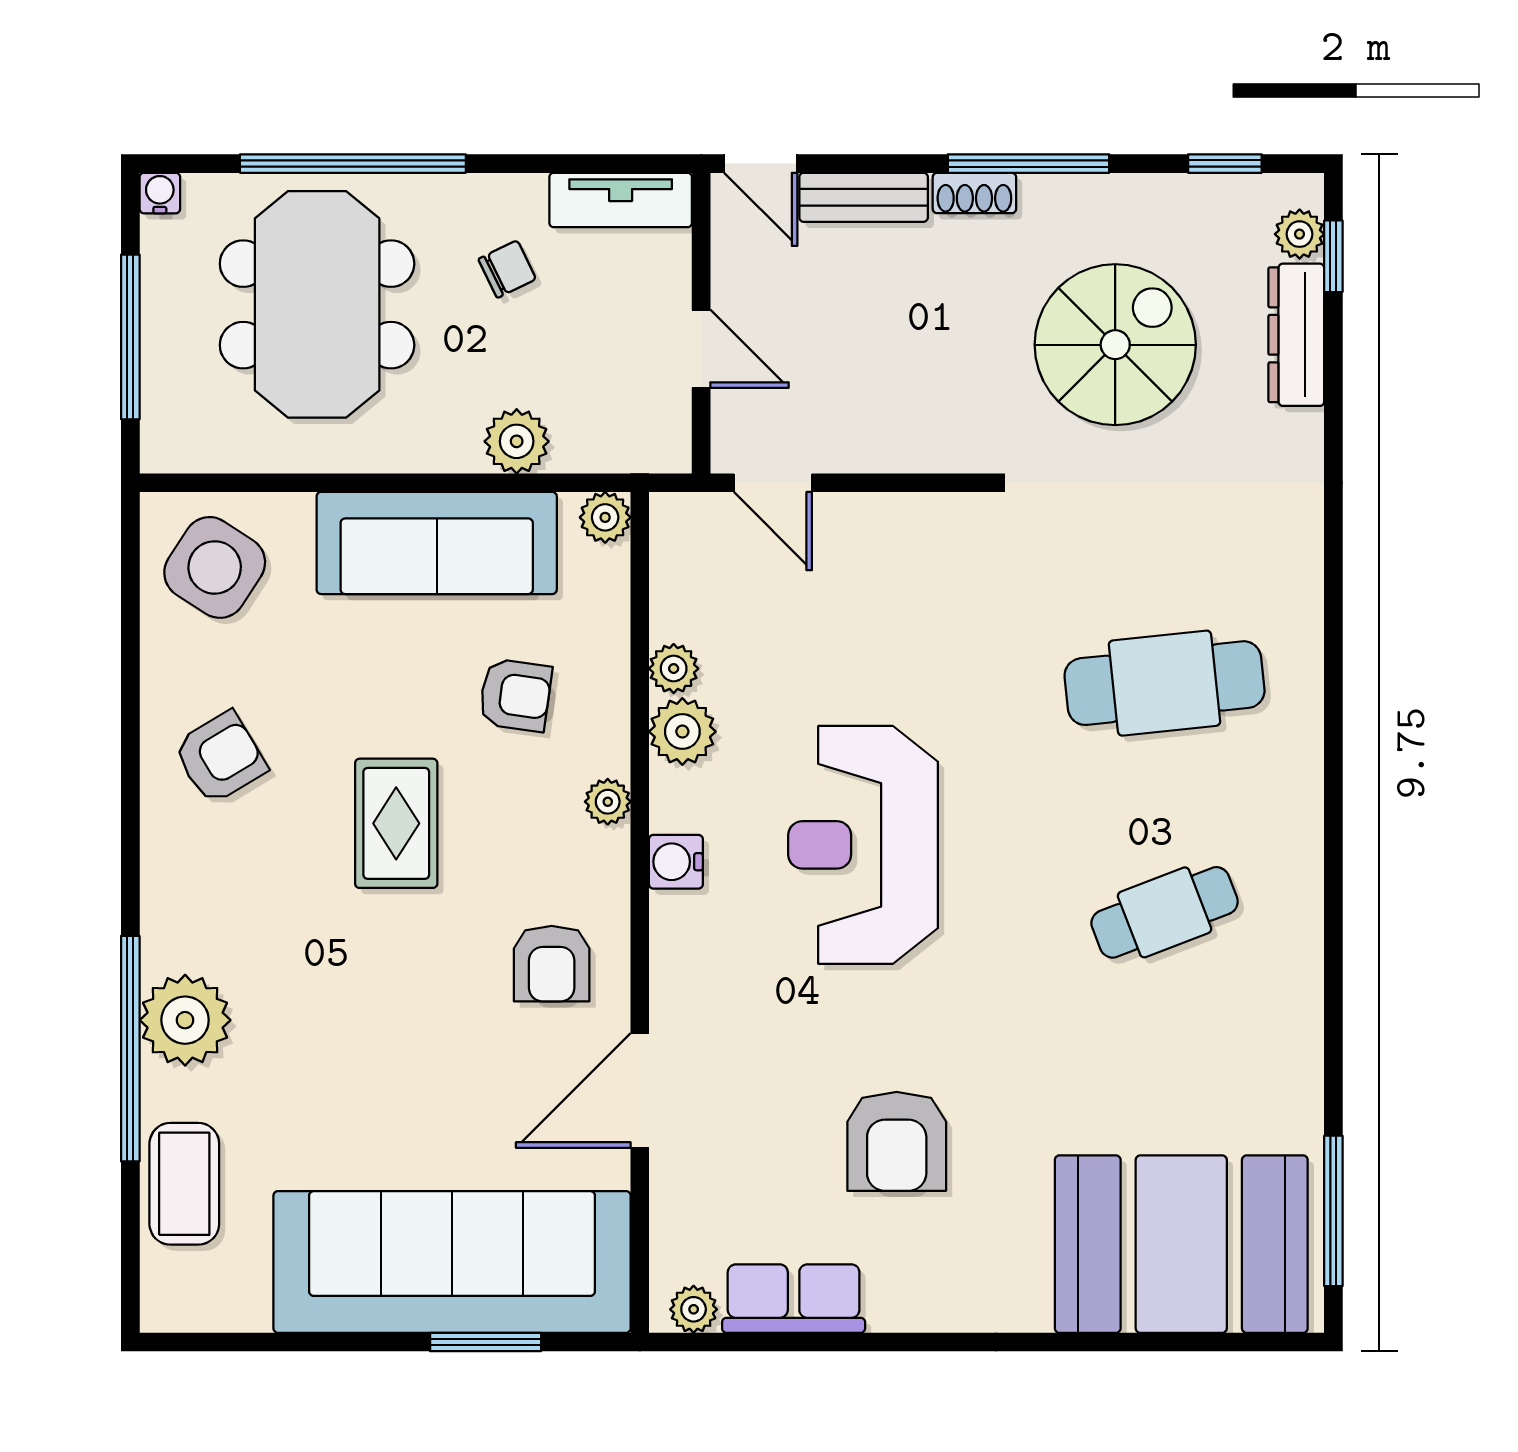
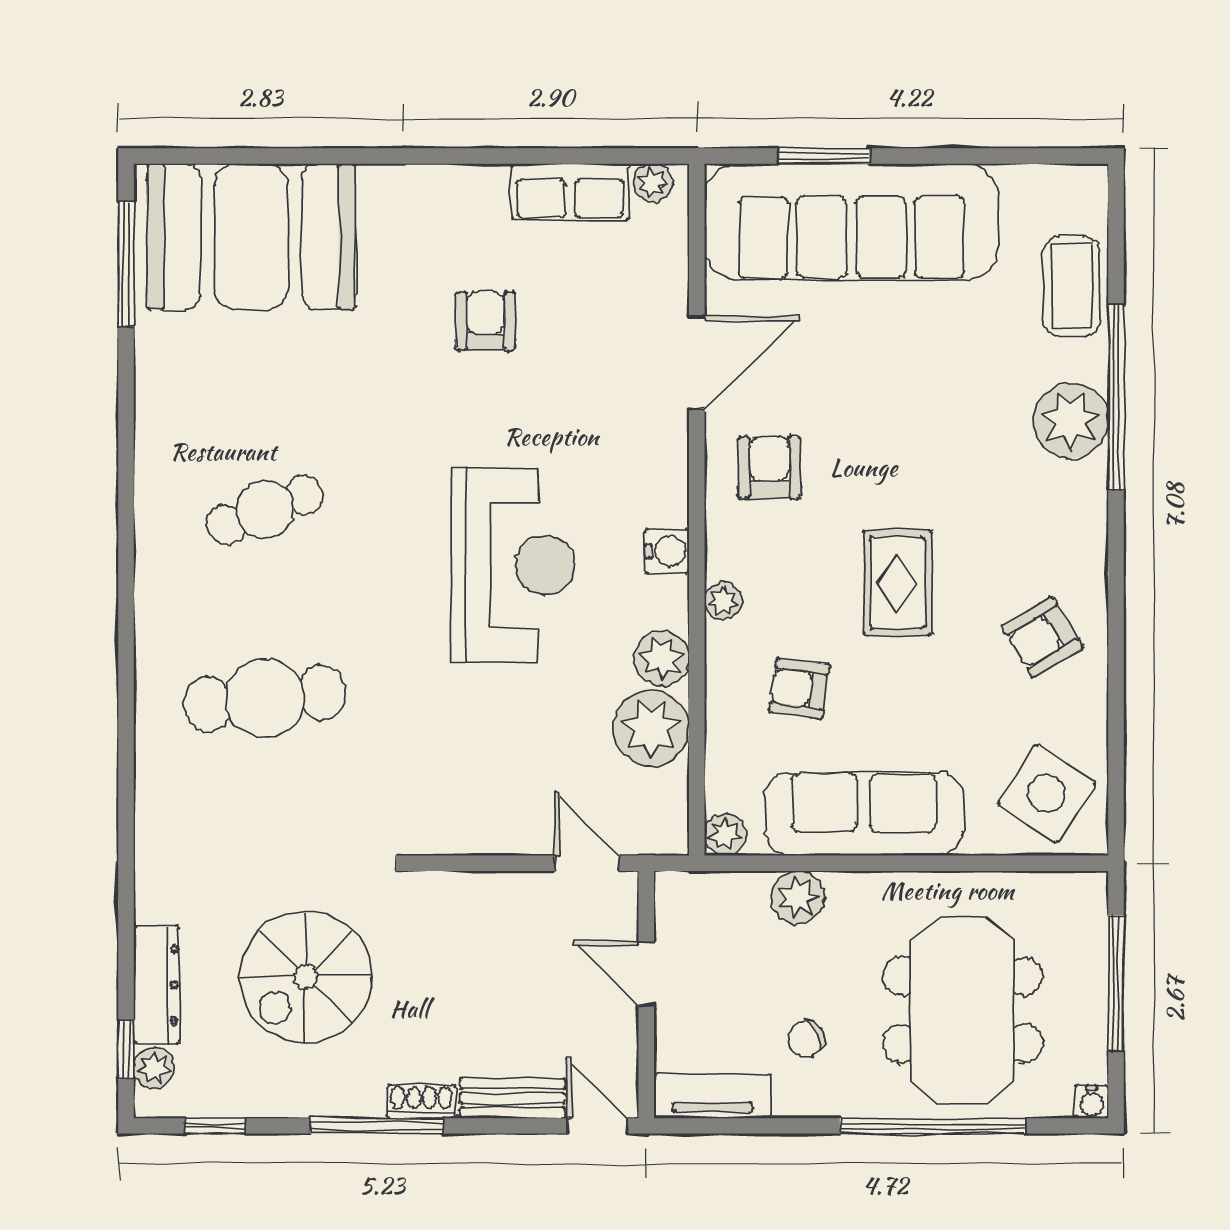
plant: (674, 669) -> (651, 728), width x1.88, depth x1.88
armchair: (897, 1141) -> (485, 321), width x0.72, depth x0.72

